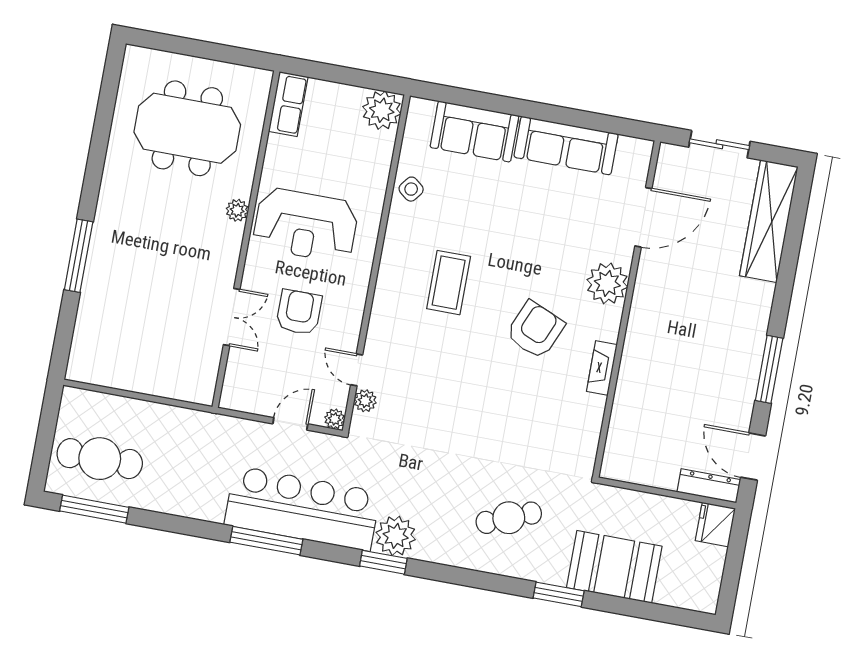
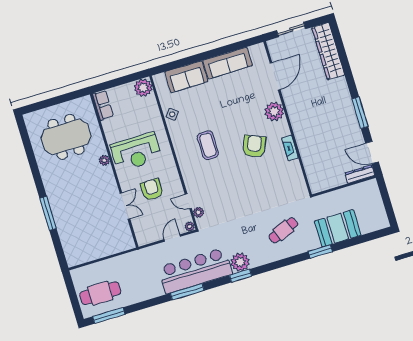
fridge: (715, 525) -> (371, 189), removed

